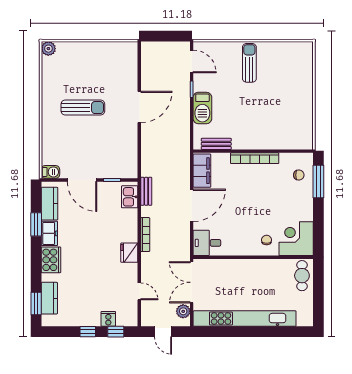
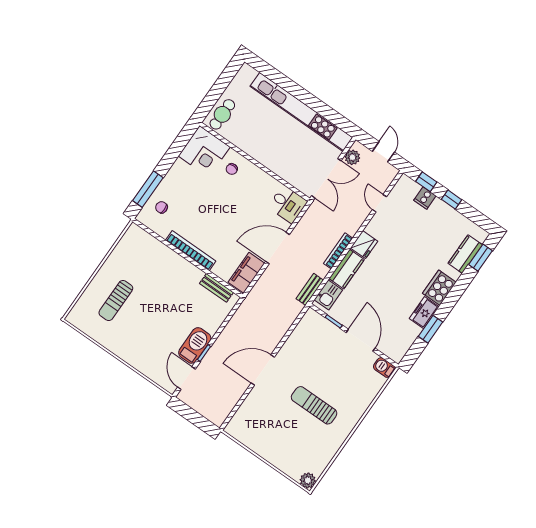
sun lounger: (249, 63) -> (116, 301), moved
barbecue: (202, 108) -> (195, 345), moved
kitchen counter: (50, 204) -> (347, 269), moved, turned 180

